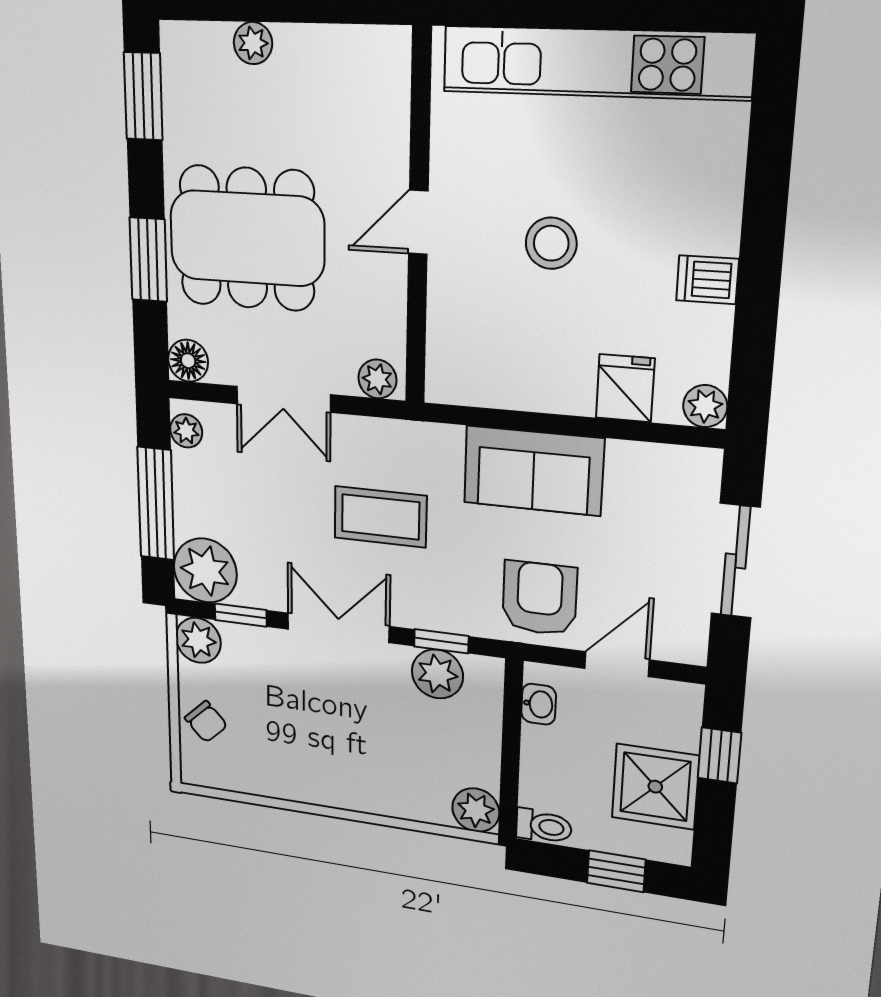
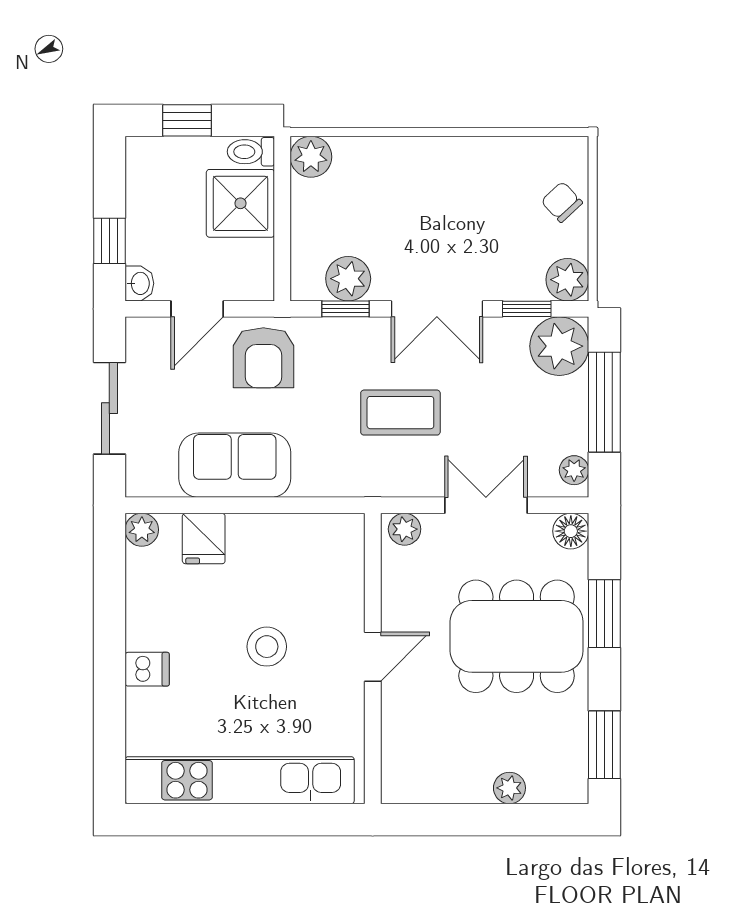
dishwasher: (707, 280) -> (147, 669), moved
sofa: (533, 471) -> (235, 465), moved
washbasin: (539, 704) -> (139, 283), moved, turned 180
shower: (655, 787) -> (240, 203), moved

